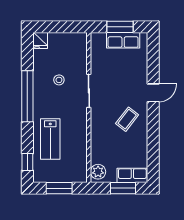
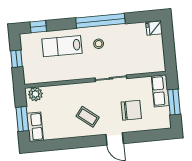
row of seats: (123, 40) -> (160, 91), moved
chair: (125, 73) -> (131, 110), added
stool: (59, 80) -> (99, 44), moved
window: (59, 188) -> (17, 59), width x0.67

